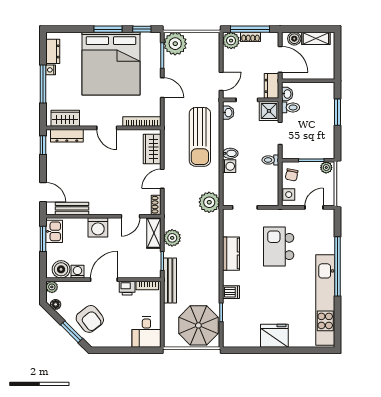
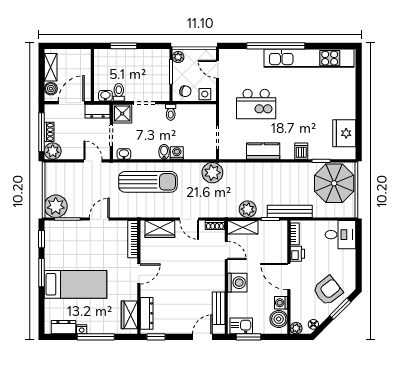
bed: (111, 64) -> (75, 284), width x0.49
fridge: (274, 336) -> (344, 133), moved

